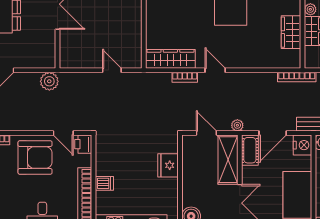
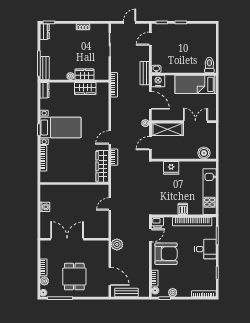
cot: (250, 150) -> (161, 115), removed
armchair: (35, 158) -> (166, 254), turned 90

